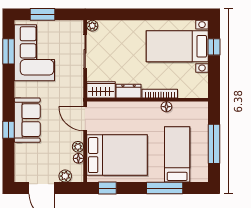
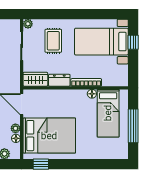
rug: (122, 45) -> (53, 41), added
bed: (177, 154) -> (108, 113), moved, turned 180
window: (165, 188) -> (90, 164), removed

